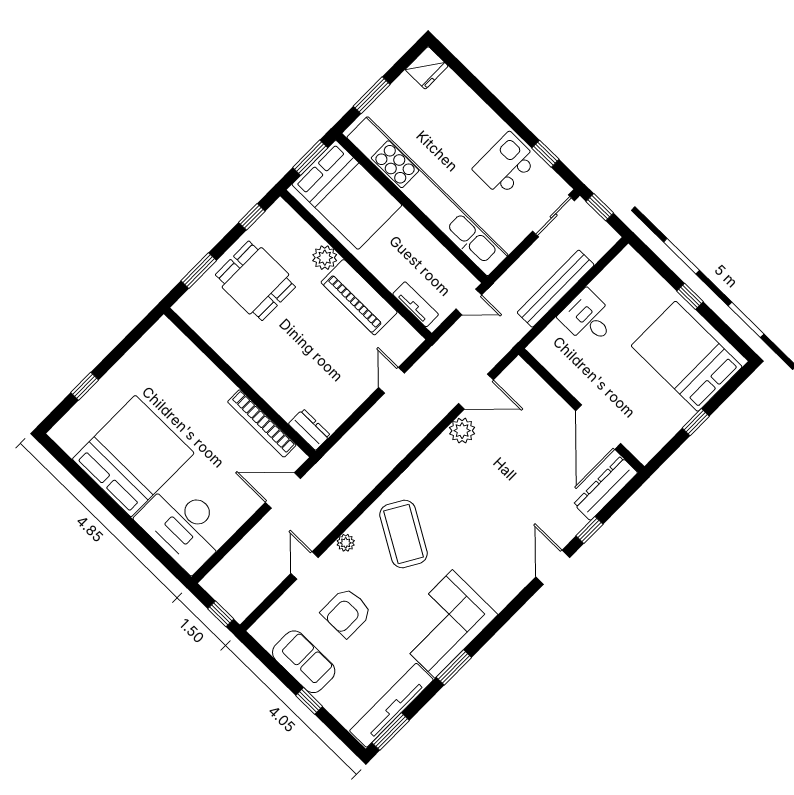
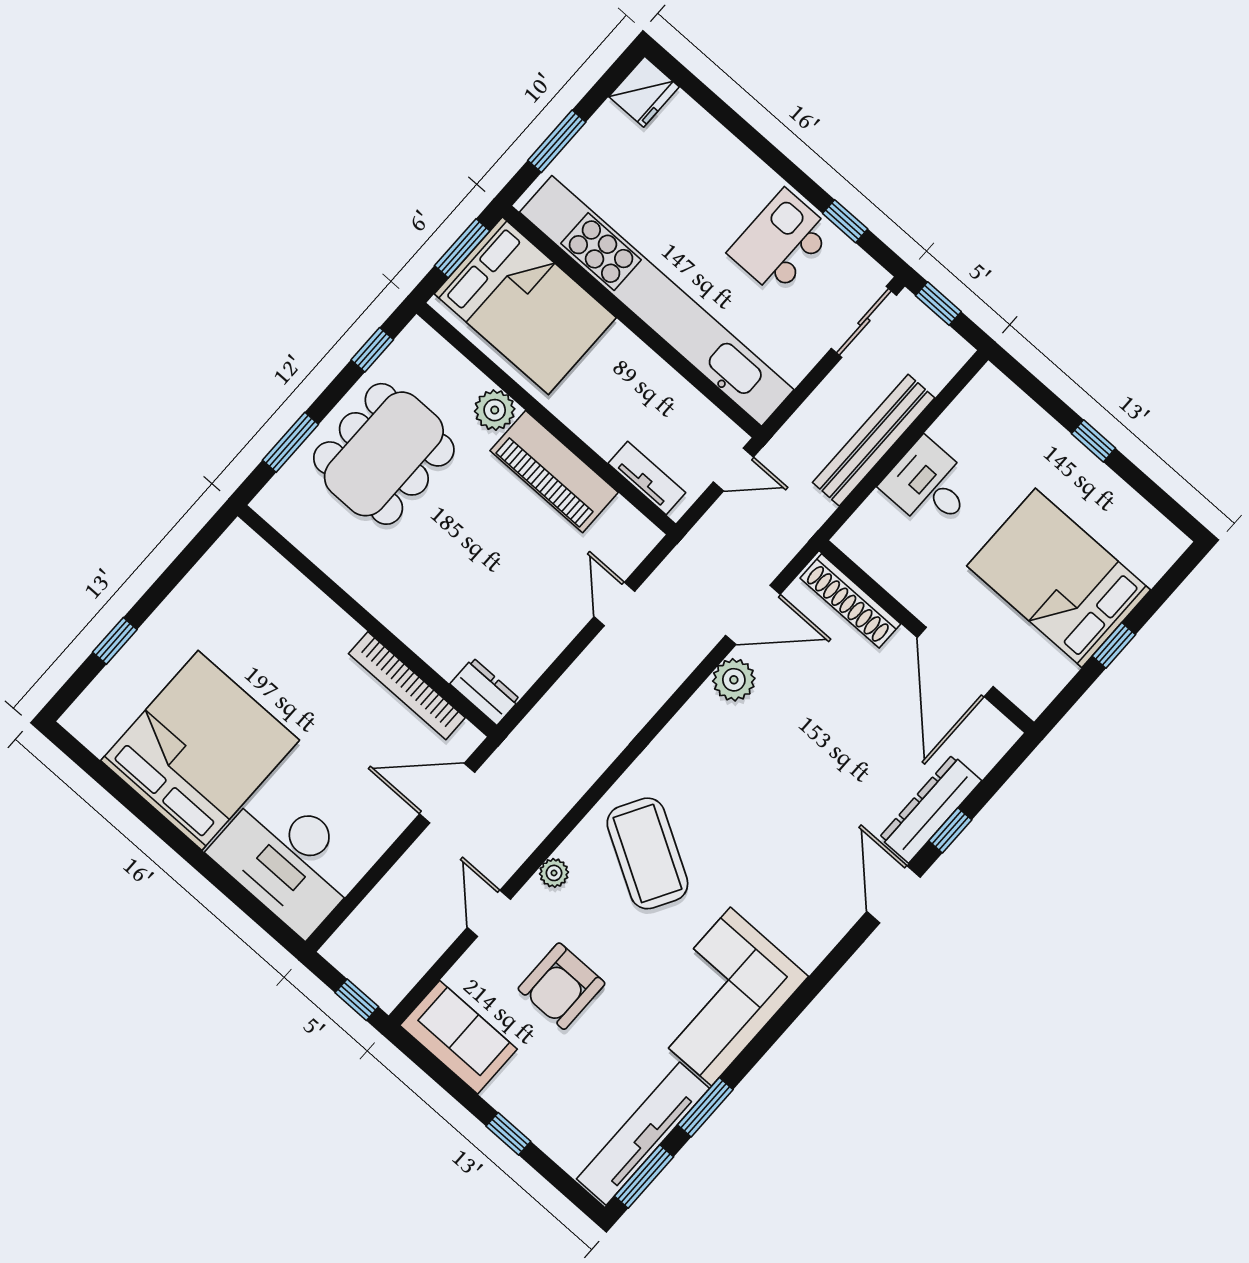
dining table: (255, 281) -> (384, 454), width x1.37
bed: (687, 356) -> (1059, 578), moved
shoe rack: (536, 386) -> (850, 601), added
dresser: (606, 488) -> (930, 809), moved
sofa: (304, 662) -> (459, 1037), moved
window: (454, 667) -> (705, 1107), moved

